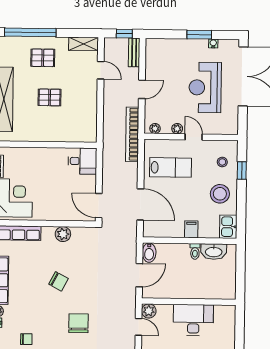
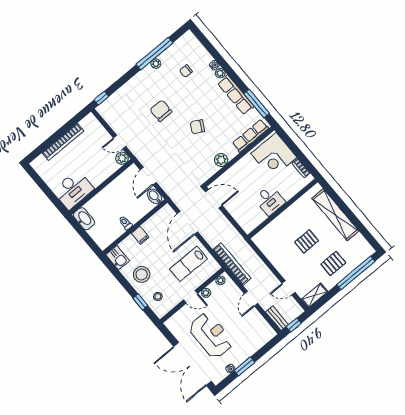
desk: (82, 161) -> (270, 200), moved, turned -90
door: (140, 204) -> (187, 223), hinge flipped
washbasin: (214, 252) -> (84, 219), moved, turned 90
desk: (193, 320) -> (73, 190), moved
chair: (78, 323) -> (161, 111), turned 180

